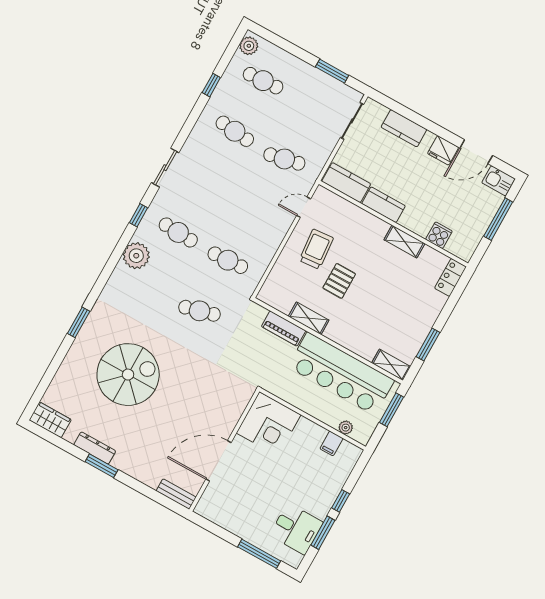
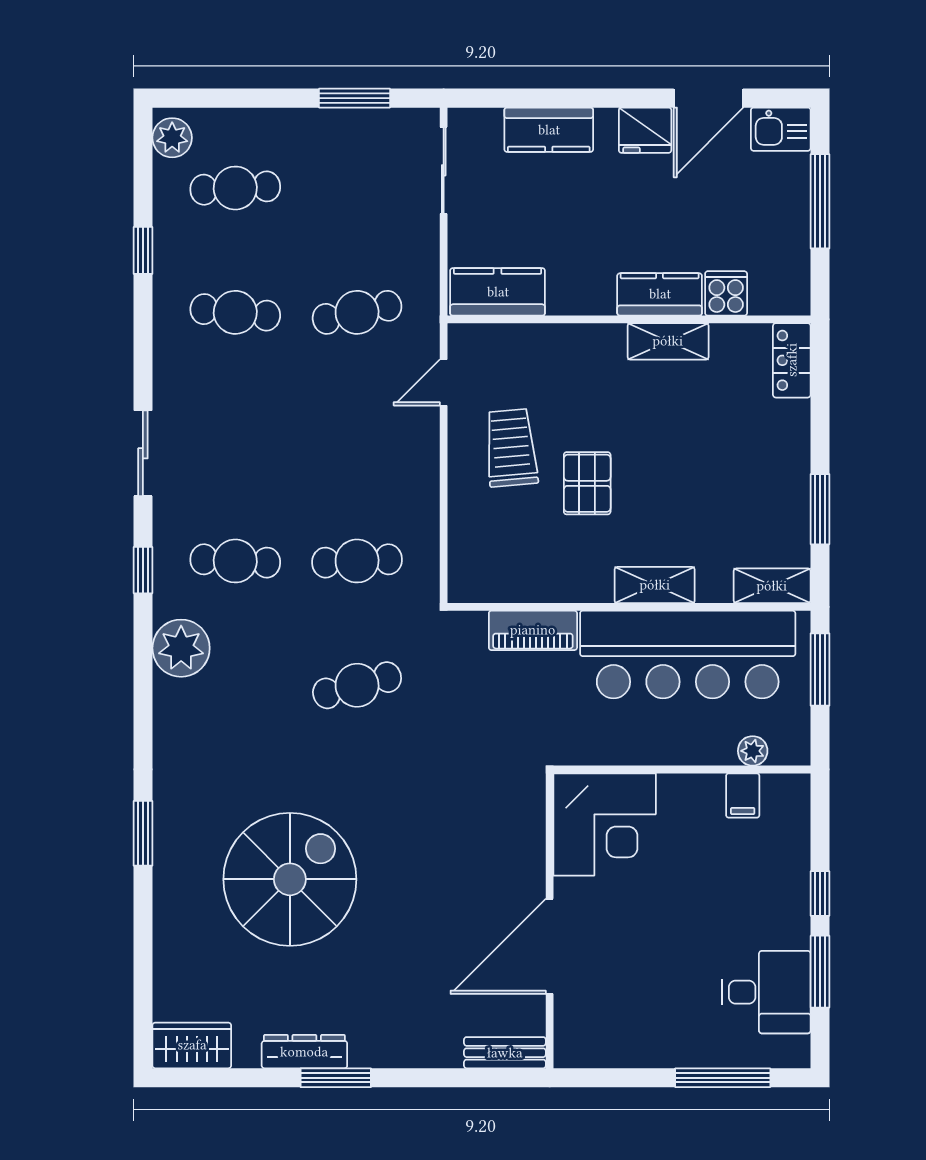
kitchen counter: (383, 205) -> (660, 294), moved
shelving: (309, 318) -> (655, 585), moved

